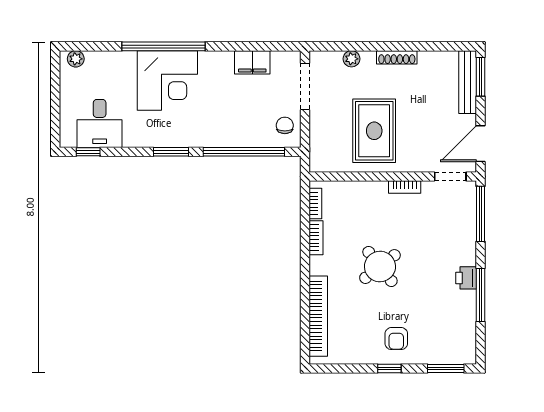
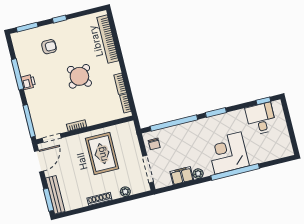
plant: (76, 59) -> (198, 174), moved
armchair: (396, 339) -> (49, 47), moved, turned 90

